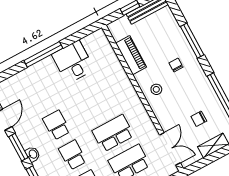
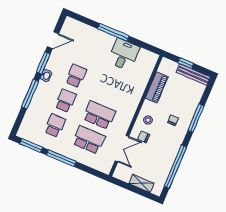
chair: (199, 119) -> (144, 137), moved
double door: (170, 149) -> (122, 149), moved

